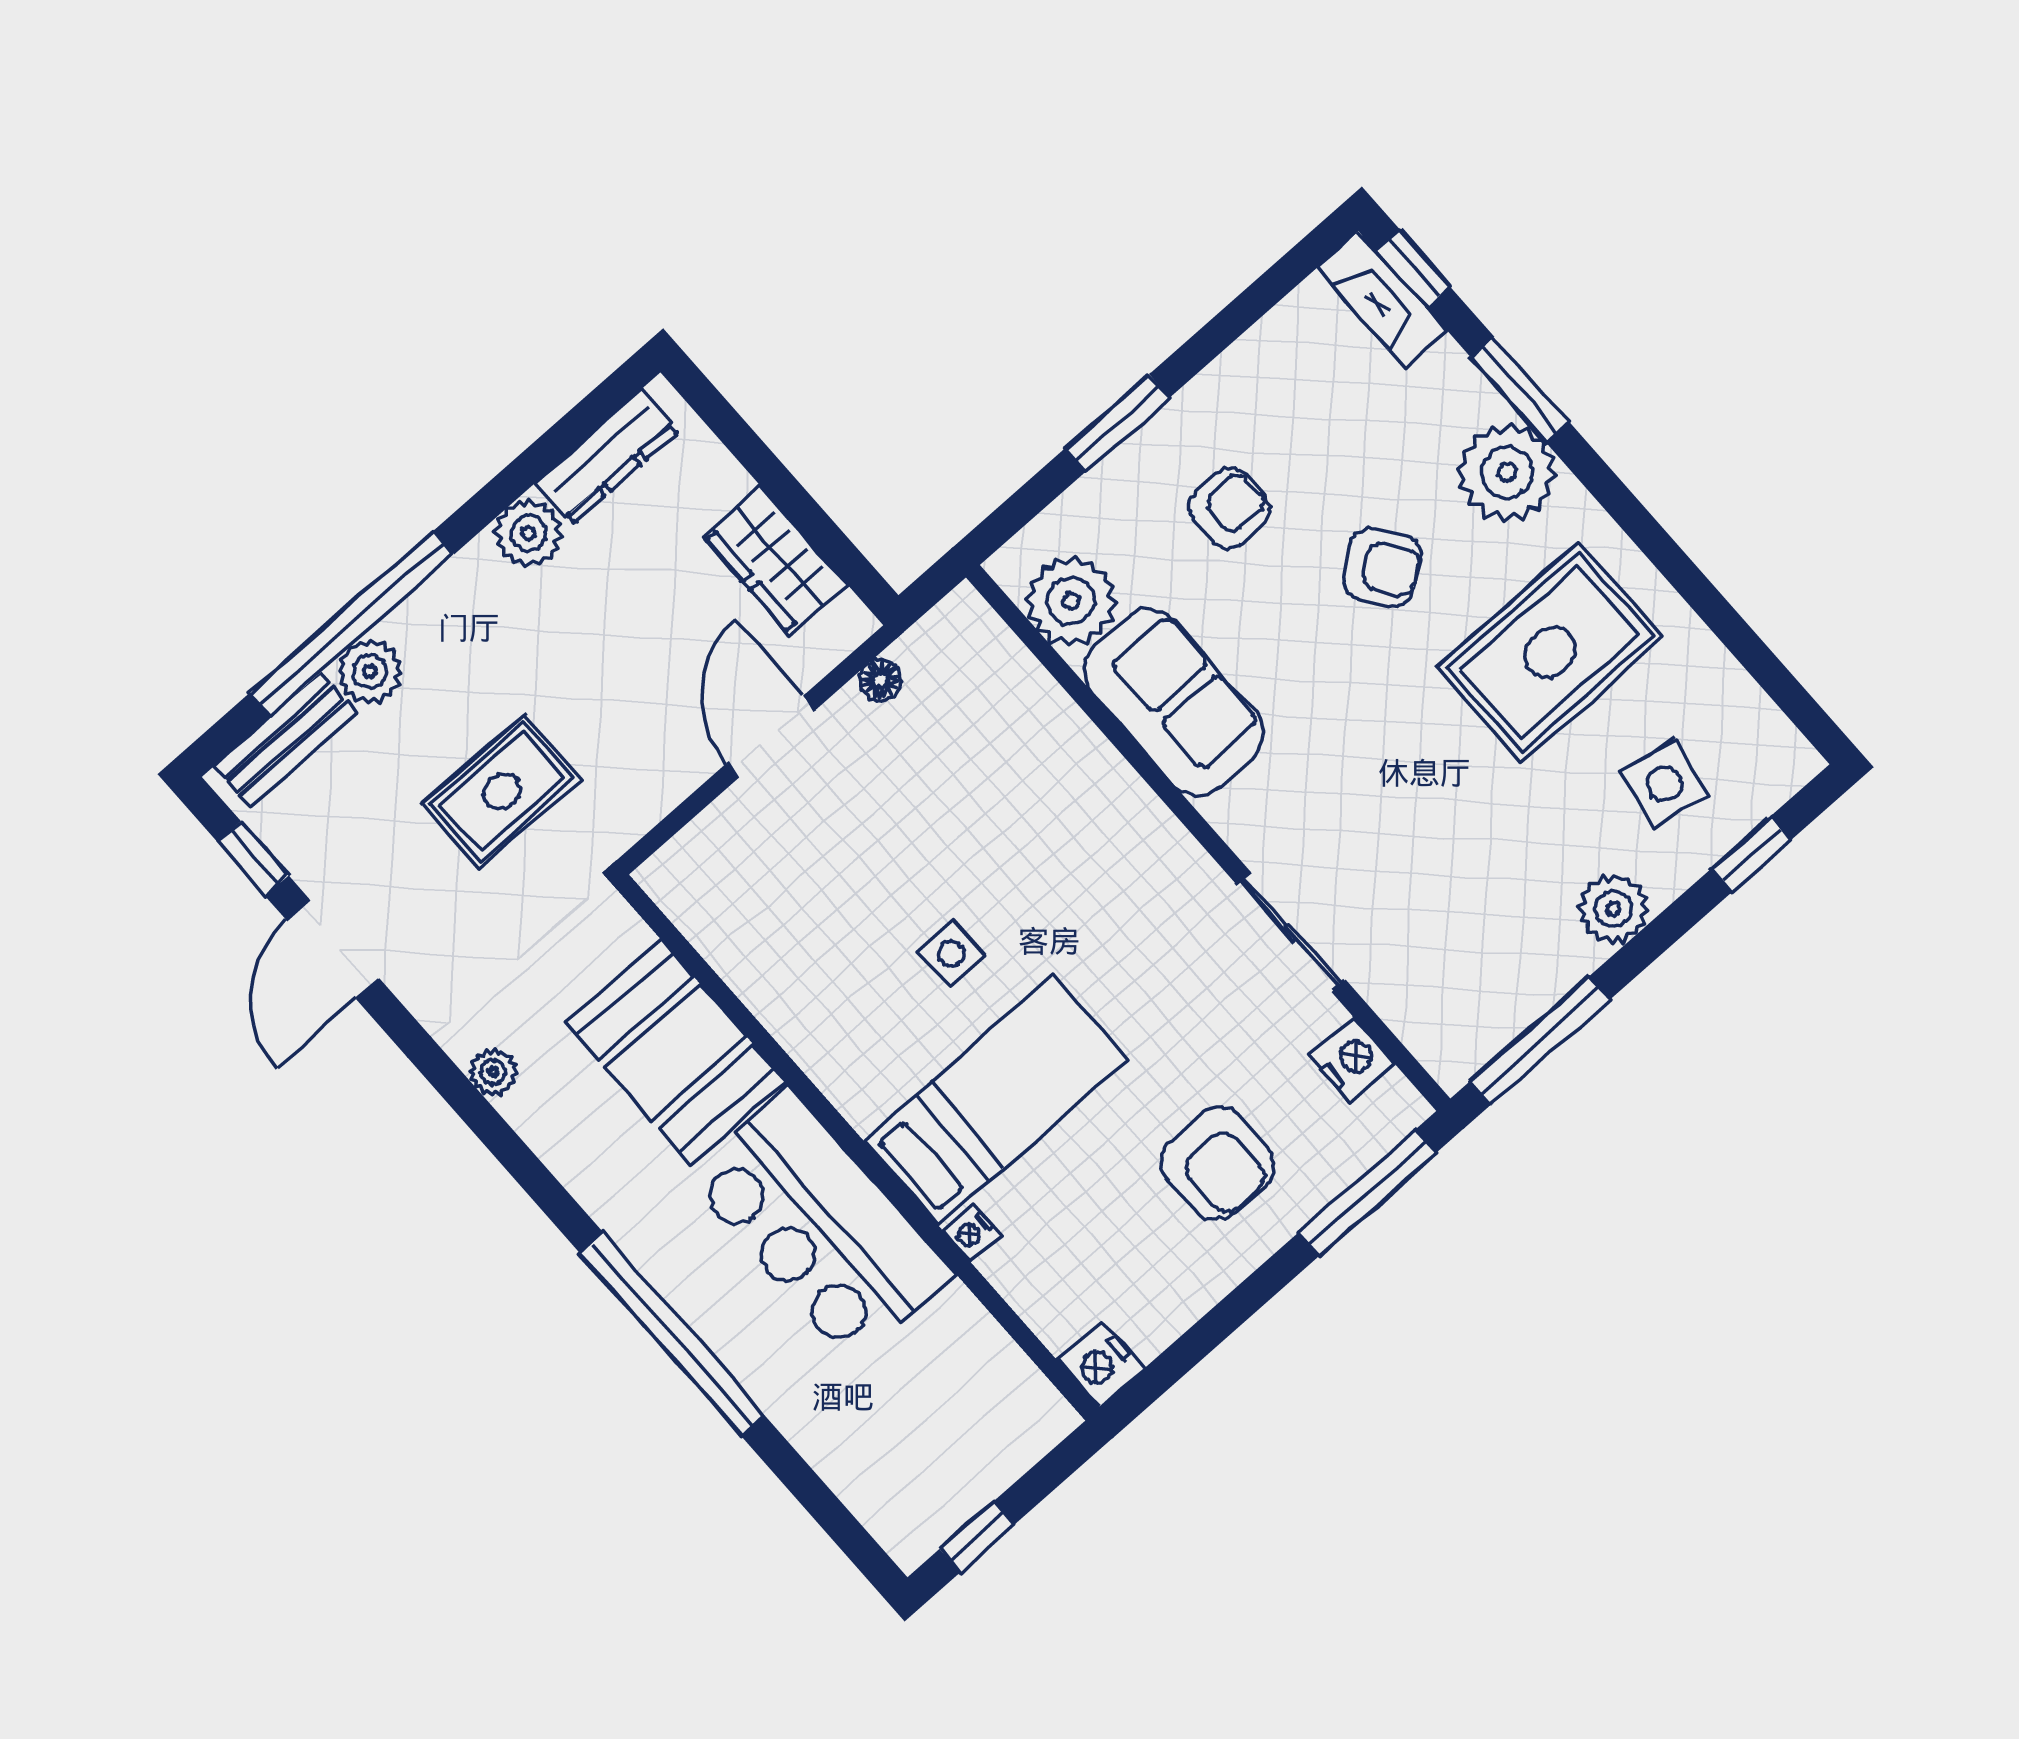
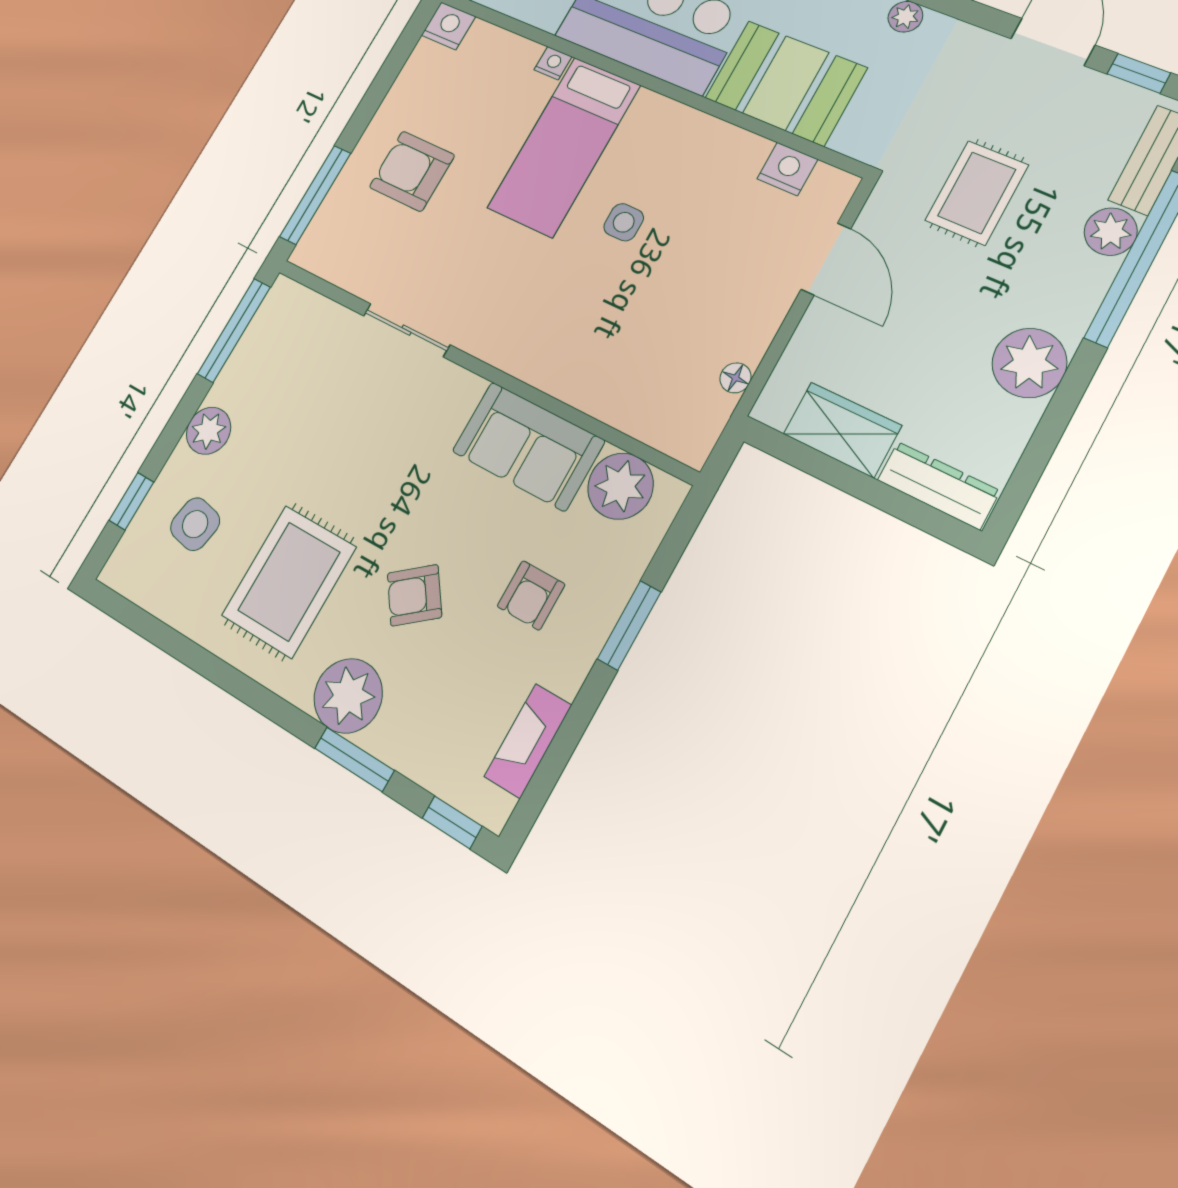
fireplace: (1382, 299) -> (528, 741), moved, turned -90
dresser: (607, 457) -> (938, 485), moved, turned 90
plant: (528, 533) -> (1029, 363), width x1.36, depth x1.36
door: (771, 737) -> (826, 259), moved
nightstand: (1352, 1060) -> (787, 169), moved, turned 180

